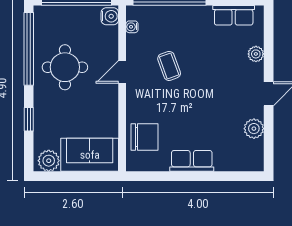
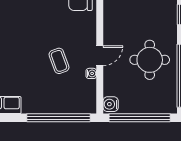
water cooler: (132, 27) -> (91, 73), moved

